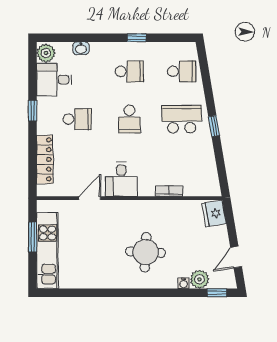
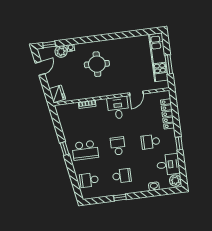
school desk: (129, 71) -> (122, 176), turned 180

